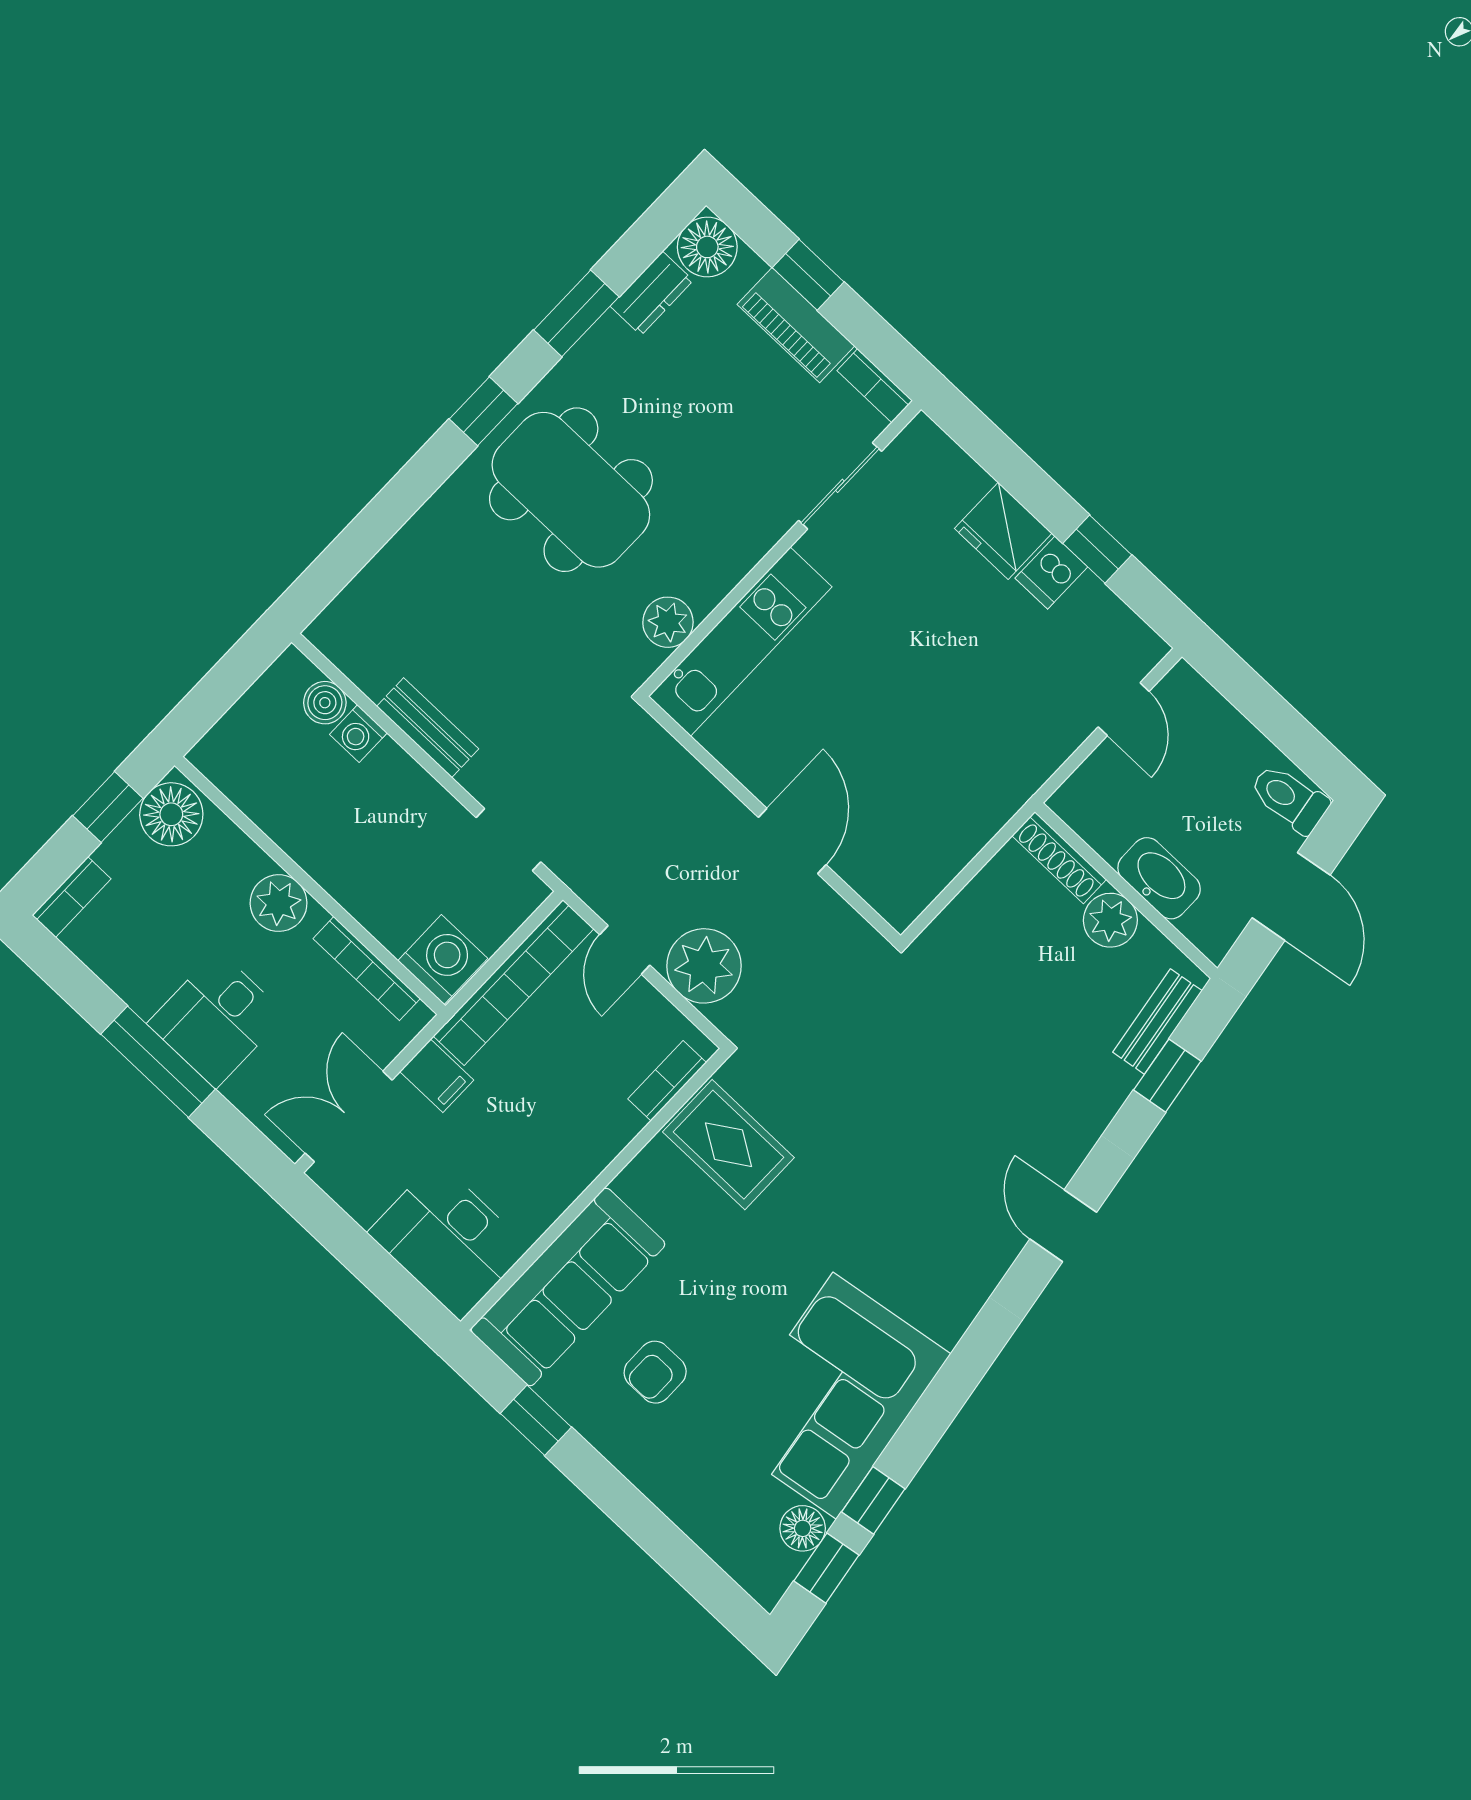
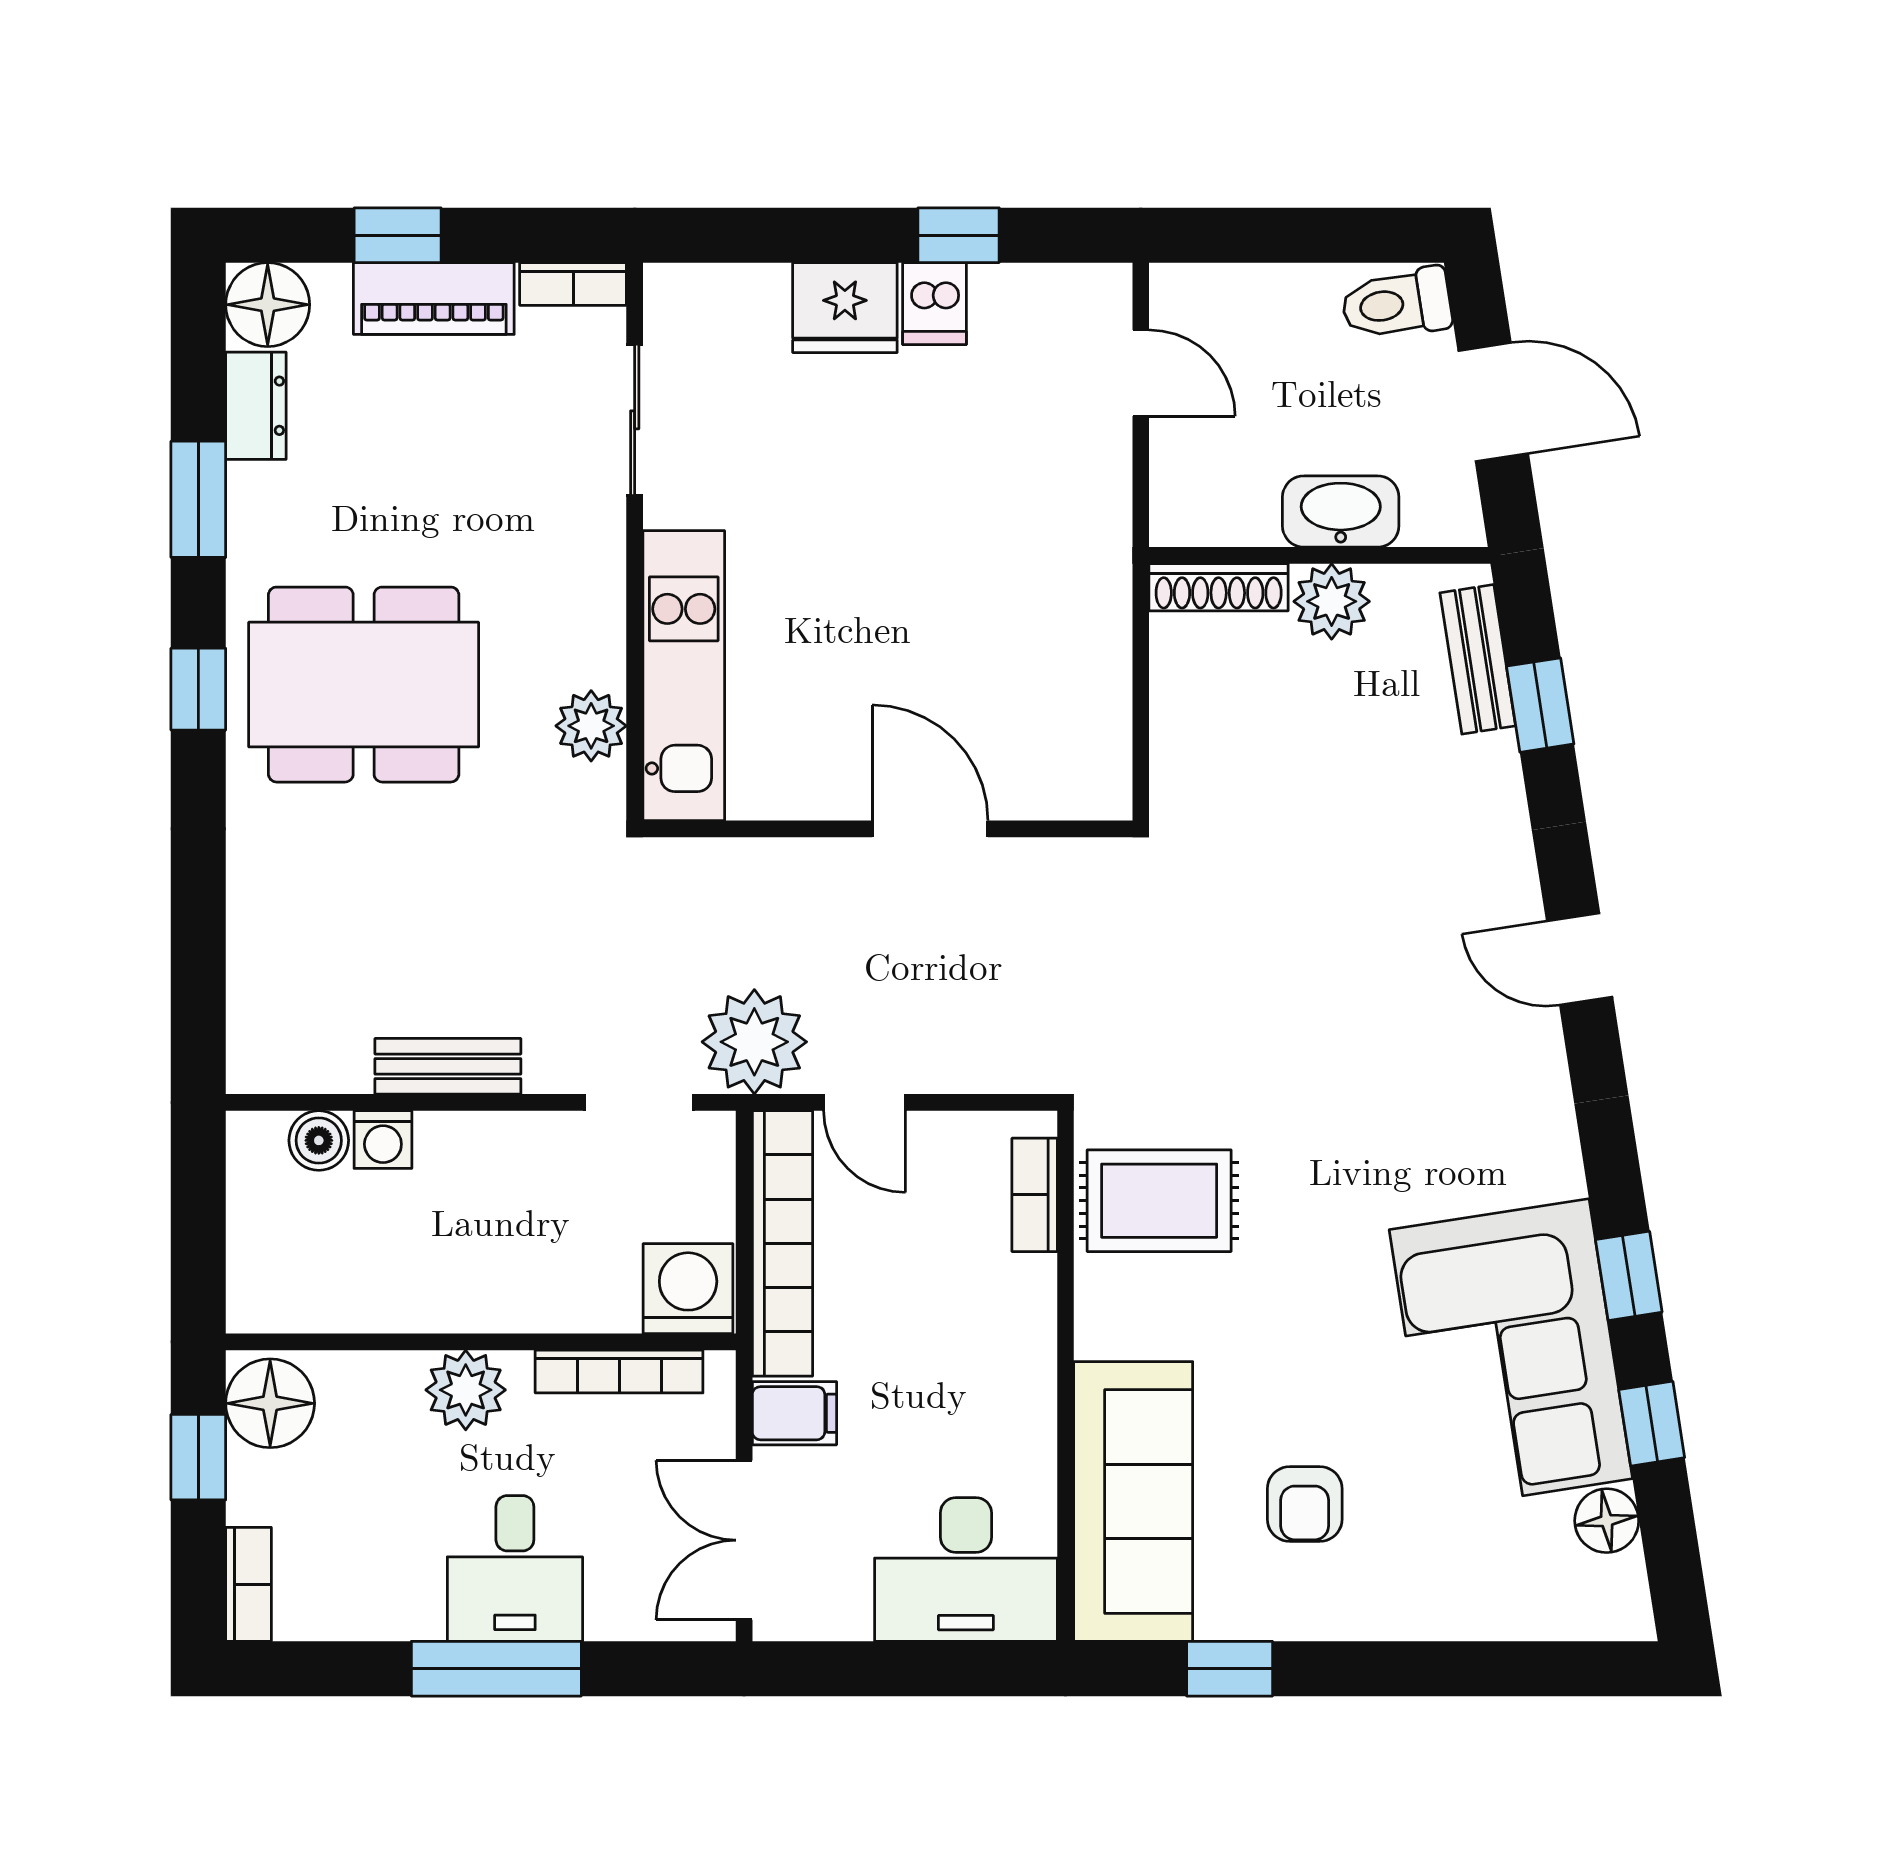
plant: (704, 966) -> (754, 1042), moved
window: (826, 1568) -> (1629, 1276), moved

